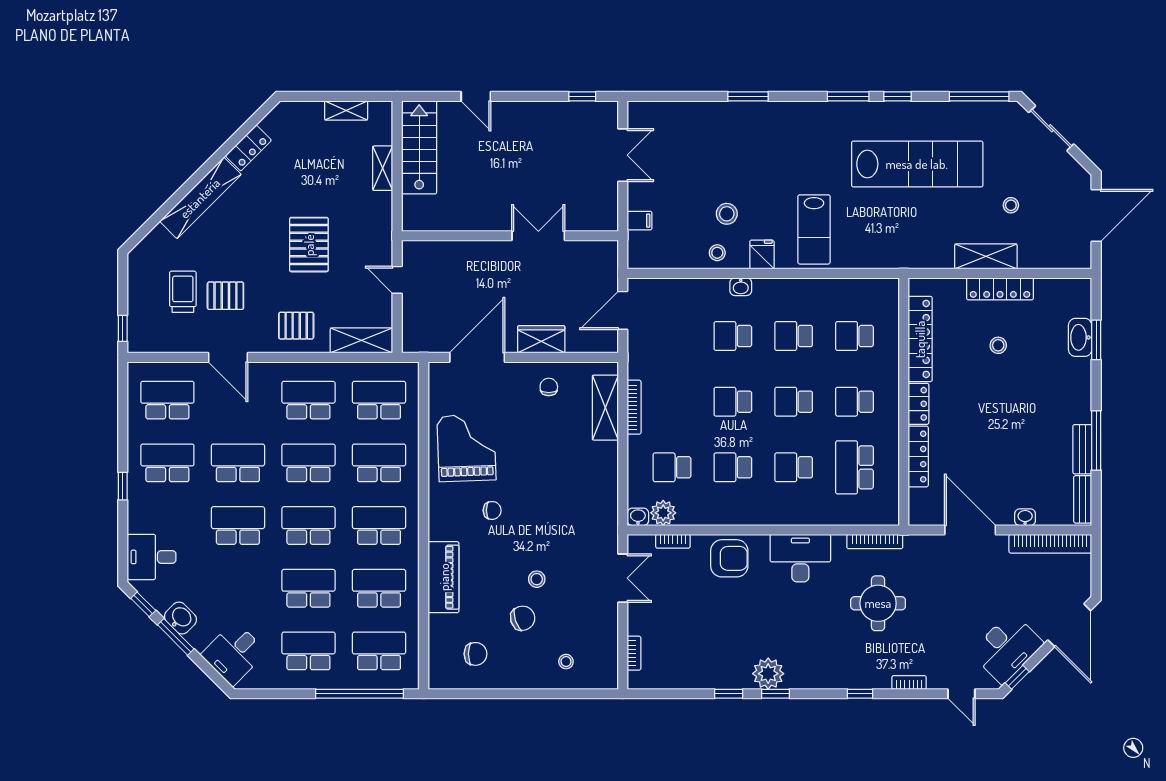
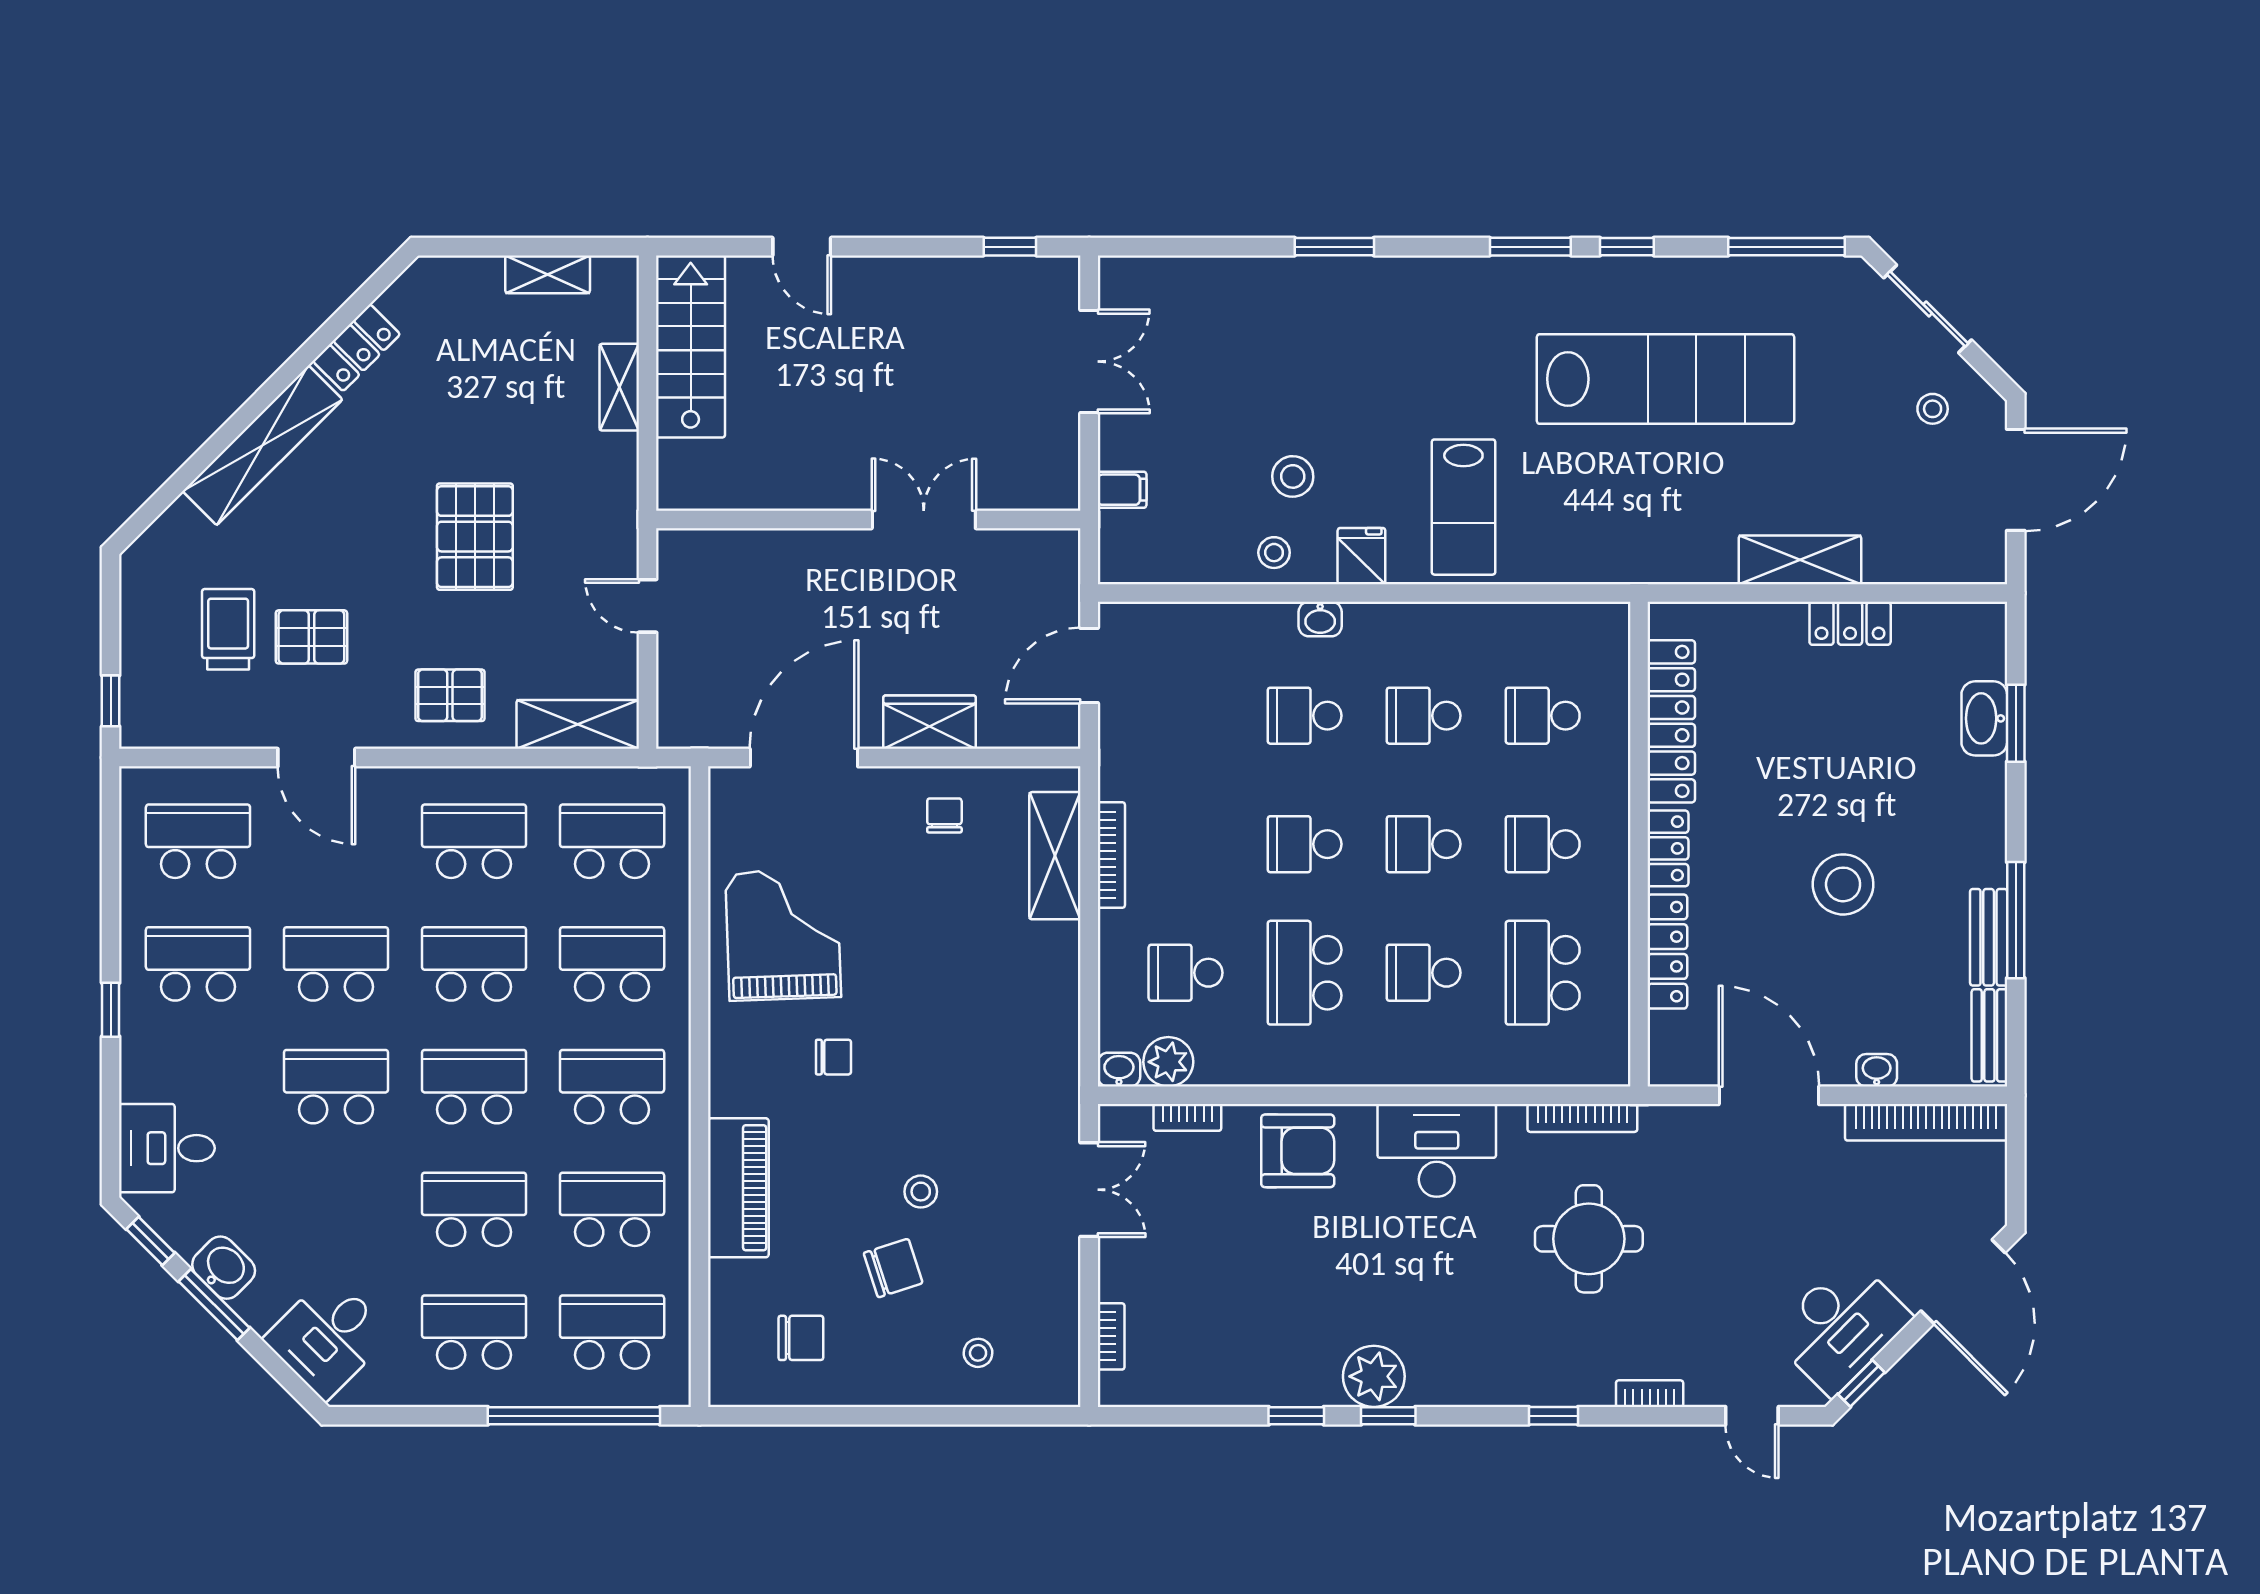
stool: (1011, 205) -> (1933, 409), moved
locker: (1000, 289) -> (1850, 623), width x0.66
stool: (998, 345) -> (1843, 884), moved, width x1.89, depth x1.89
school desk: (733, 467) -> (1305, 973), width x1.85

